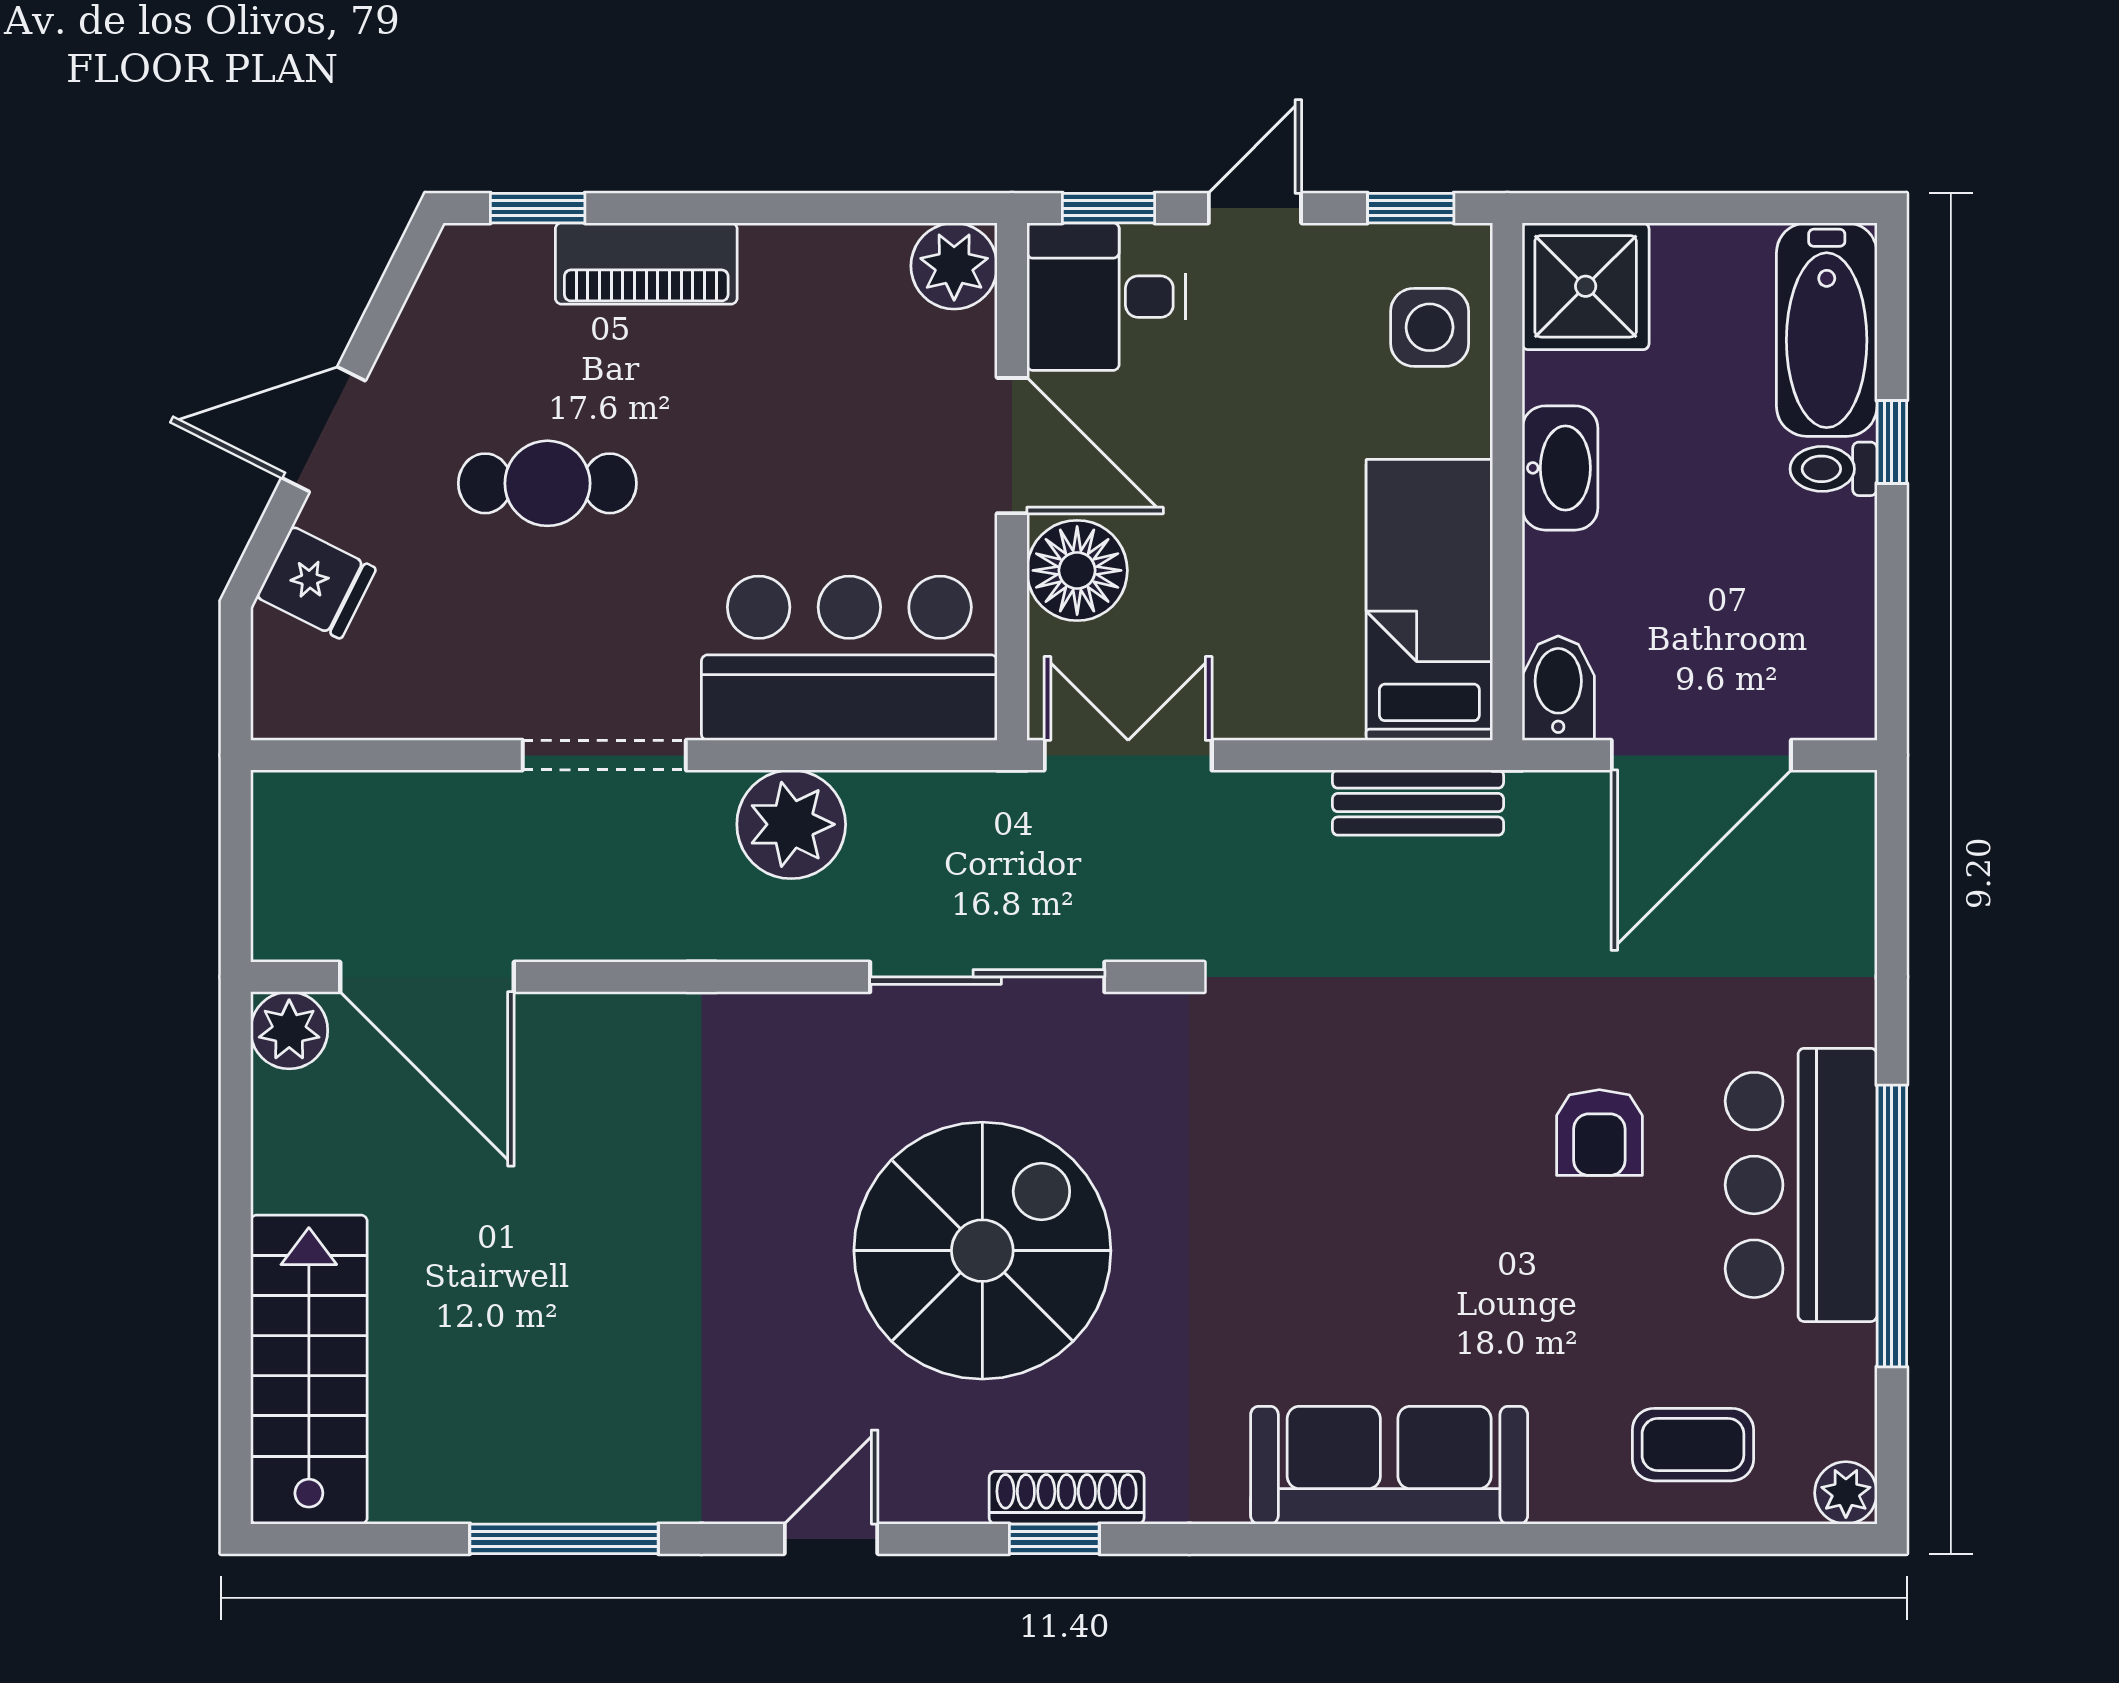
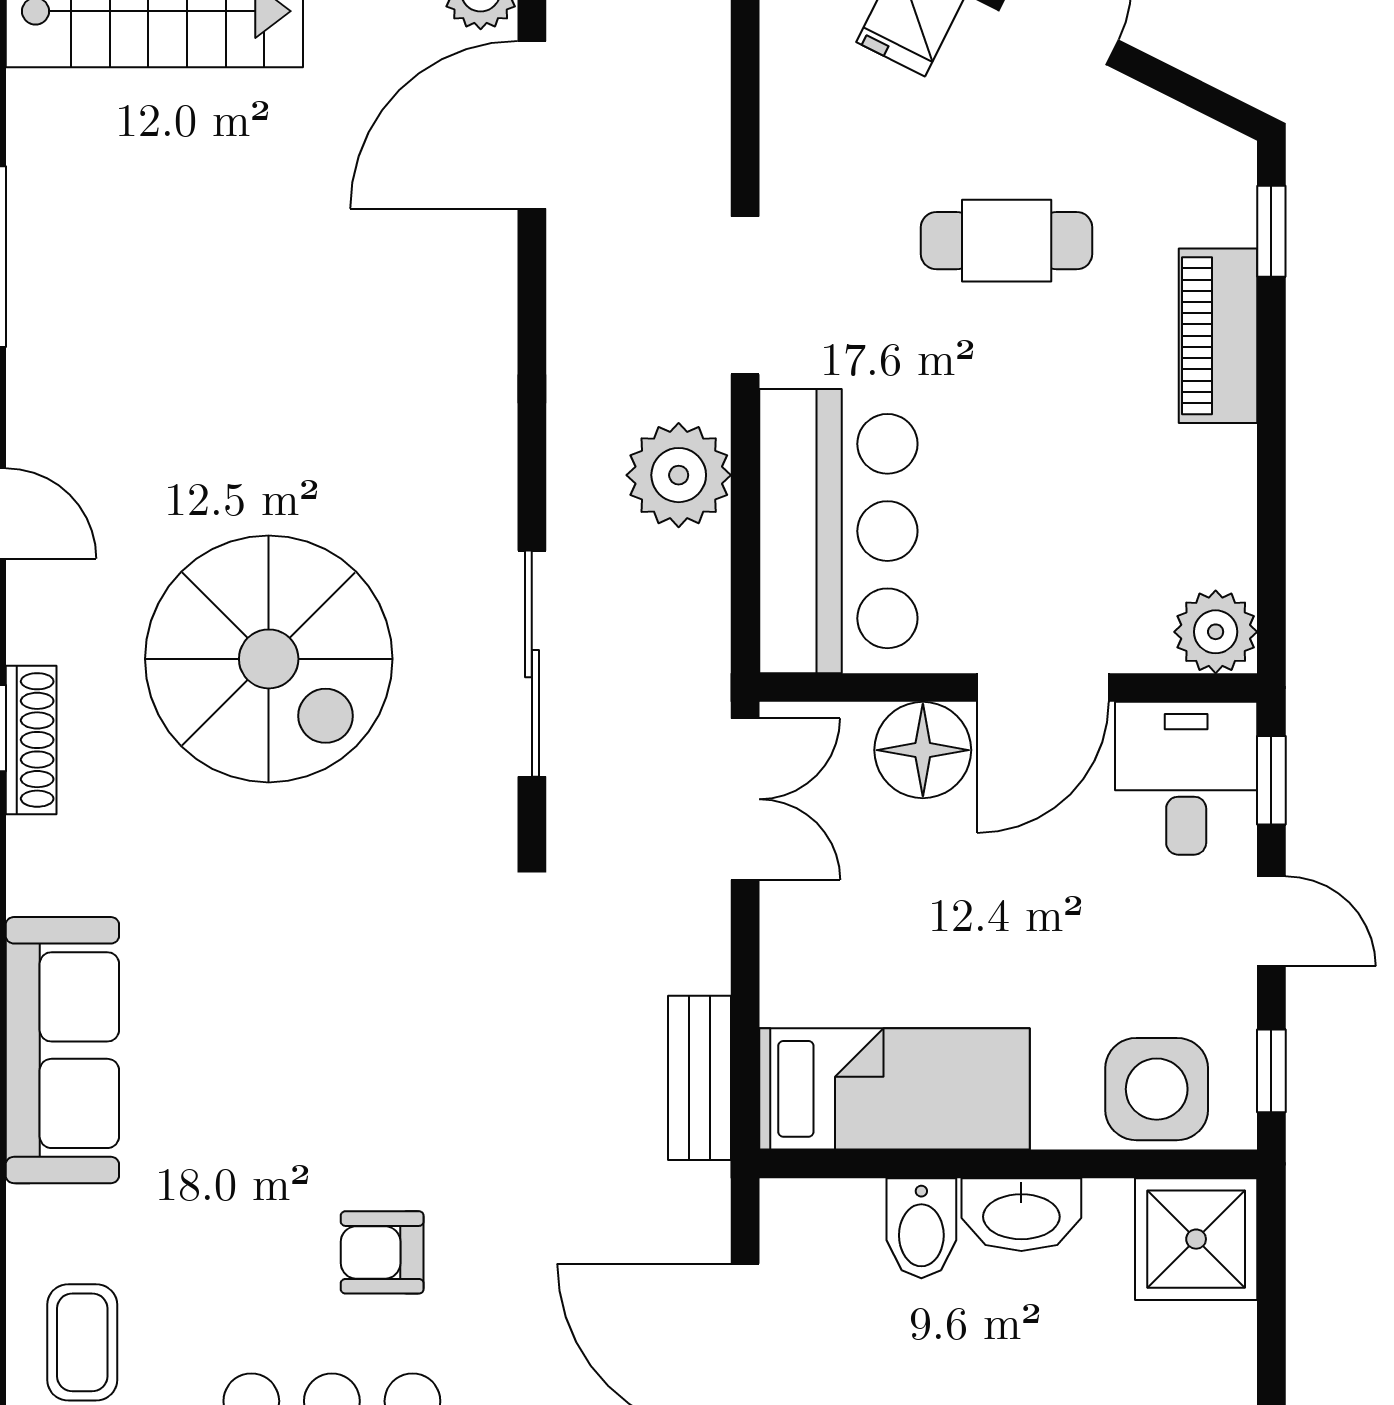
side table: (1430, 327) -> (1157, 1089), width x1.37, depth x1.37
cafe table: (547, 483) -> (1007, 241), turned 90
bidet: (1558, 688) -> (921, 1228), moved, turned 90

